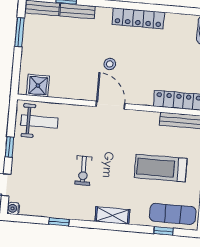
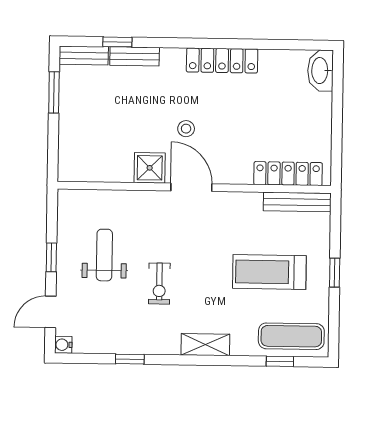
shower: (38, 86) -> (150, 168), moved
weight bench: (39, 122) -> (104, 255), moved, turned -90

